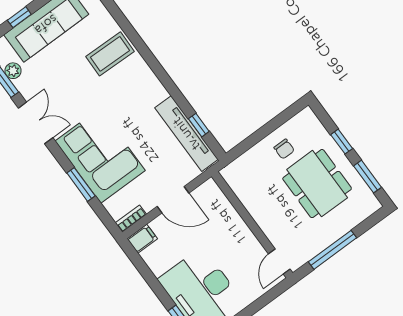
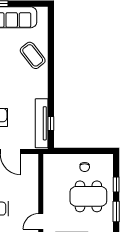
coffee table: (110, 54) -> (33, 55), turned 51
dining table: (317, 184) -> (88, 196), turned 90

